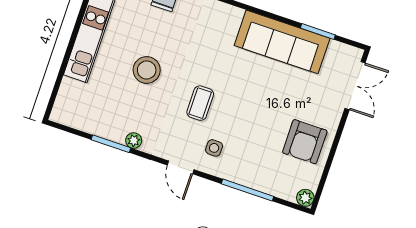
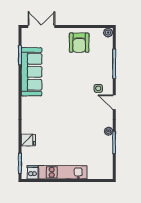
stool: (147, 70) -> (70, 137), removed
coffee table: (200, 103) -> (78, 103), removed
armchair: (305, 142) -> (79, 43), turned 90
door: (181, 167) -> (114, 102), swing flipped

